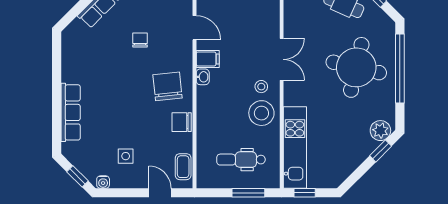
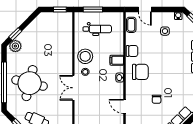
filing cabinet: (208, 59) -> (117, 60), moved
chair: (168, 86) -> (140, 72), turned -84
kitchen unit: (295, 147) -> (66, 36), removed

